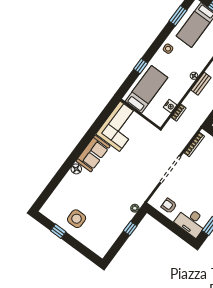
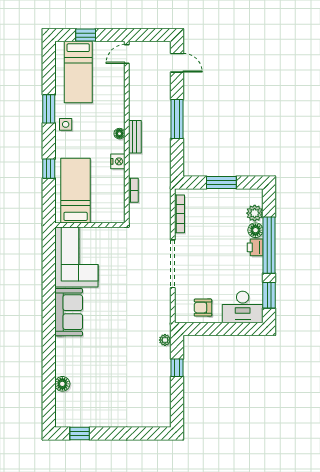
window: (178, 16) -> (49, 109), moved
nightstand: (170, 106) -> (118, 161), moved
floor lamp: (76, 169) -> (62, 384), moved
side table: (77, 219) -> (106, 403), removed
window: (58, 231) -> (80, 433), moved

